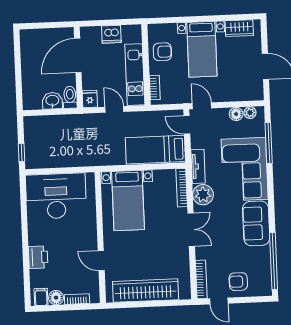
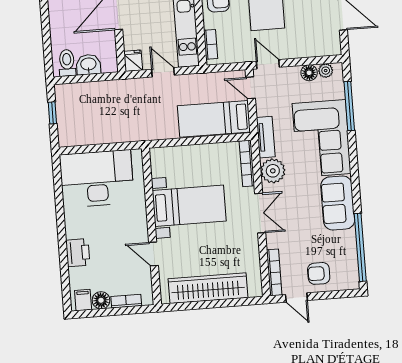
toilet: (70, 97) -> (67, 63), moved
window: (21, 153) -> (52, 113), moved
bed with nightstands: (128, 201) -> (189, 206), moved, turned -90

